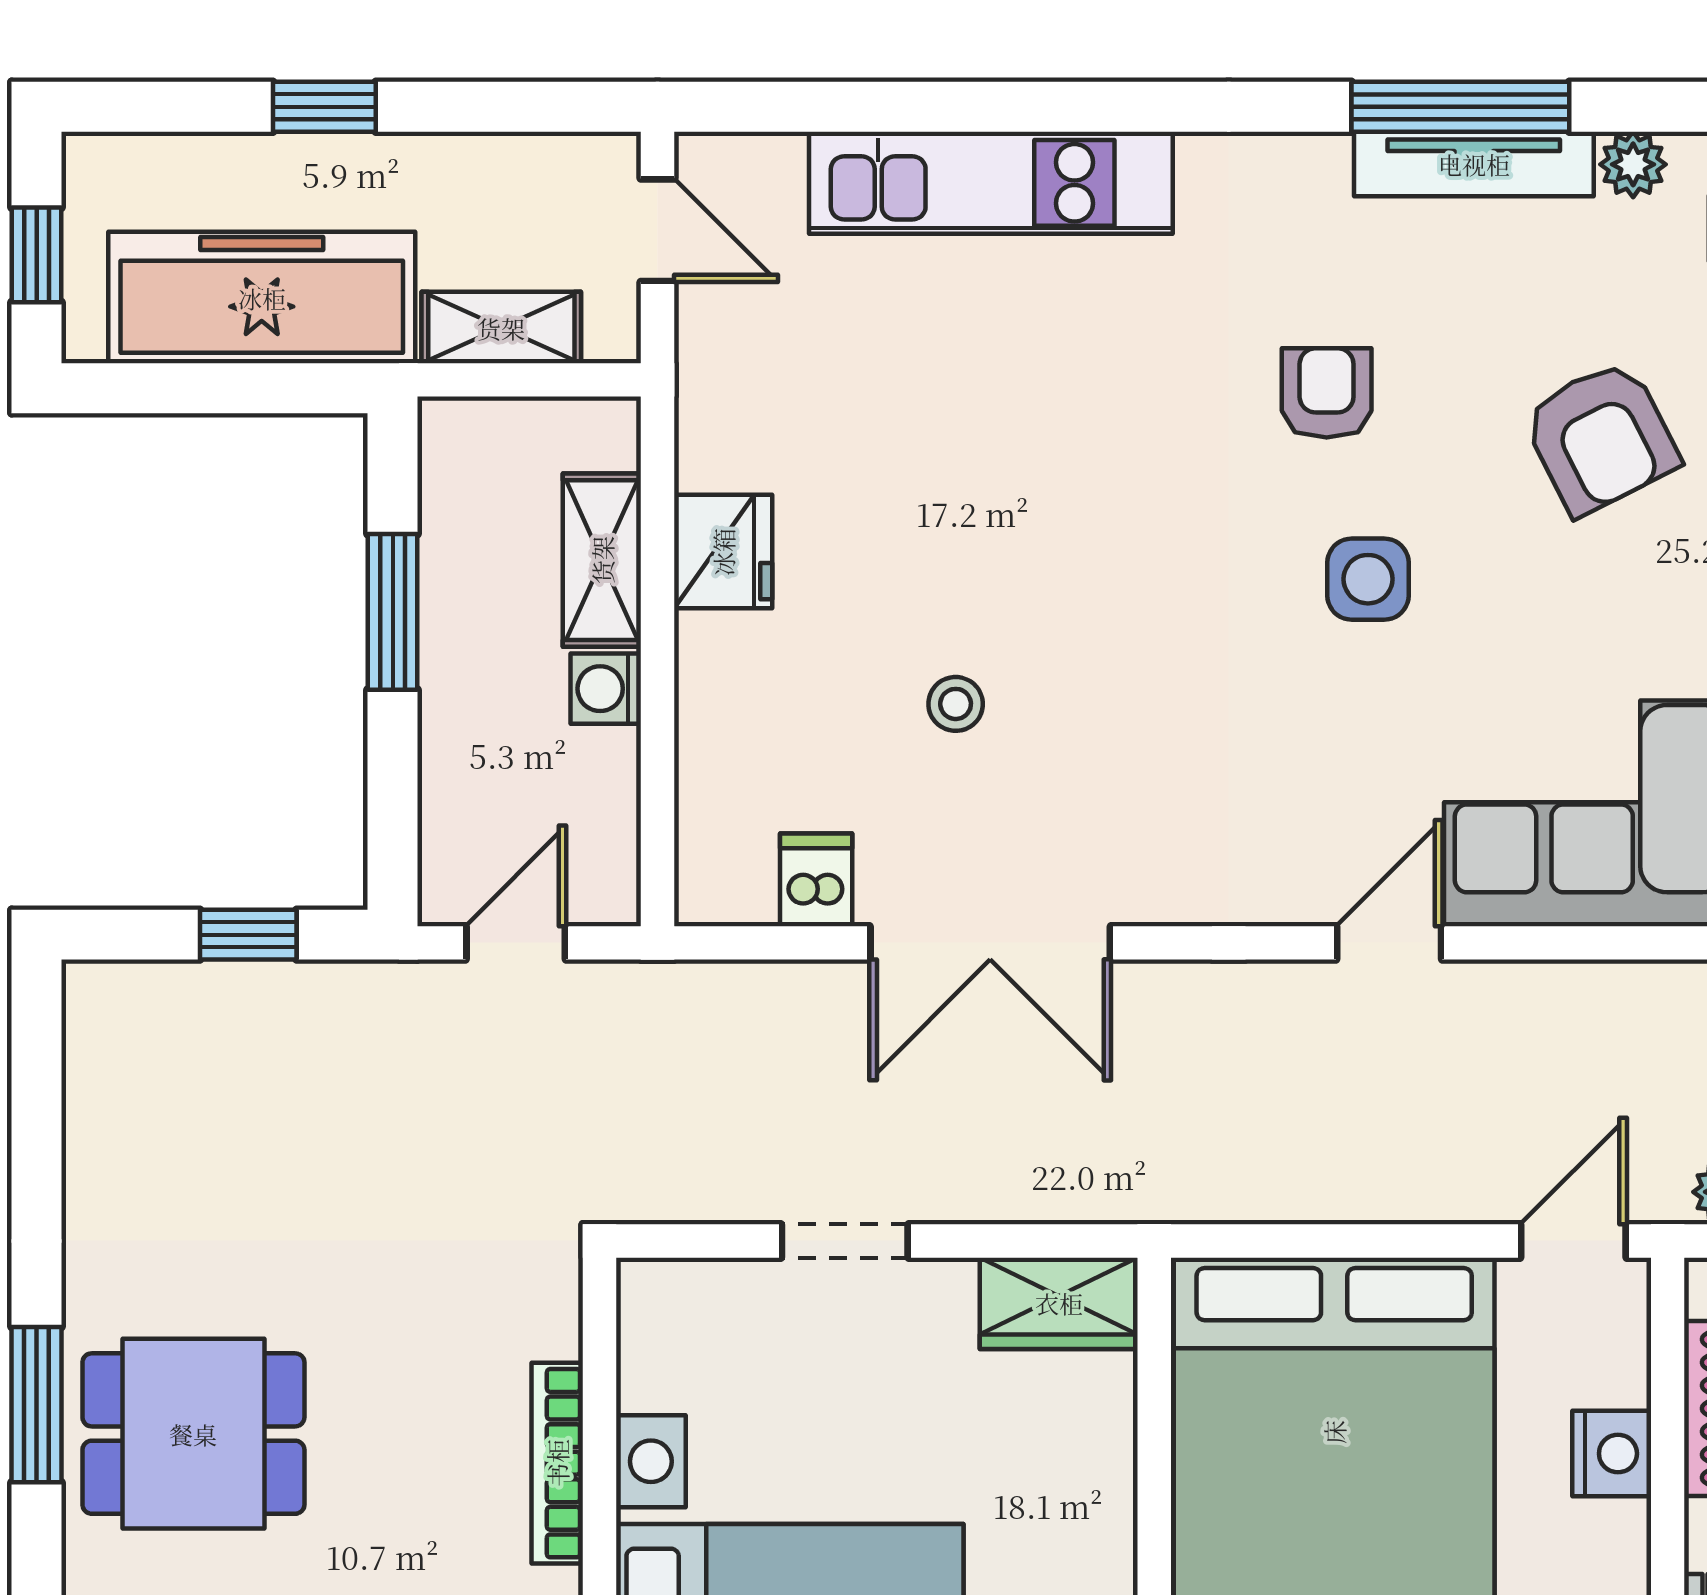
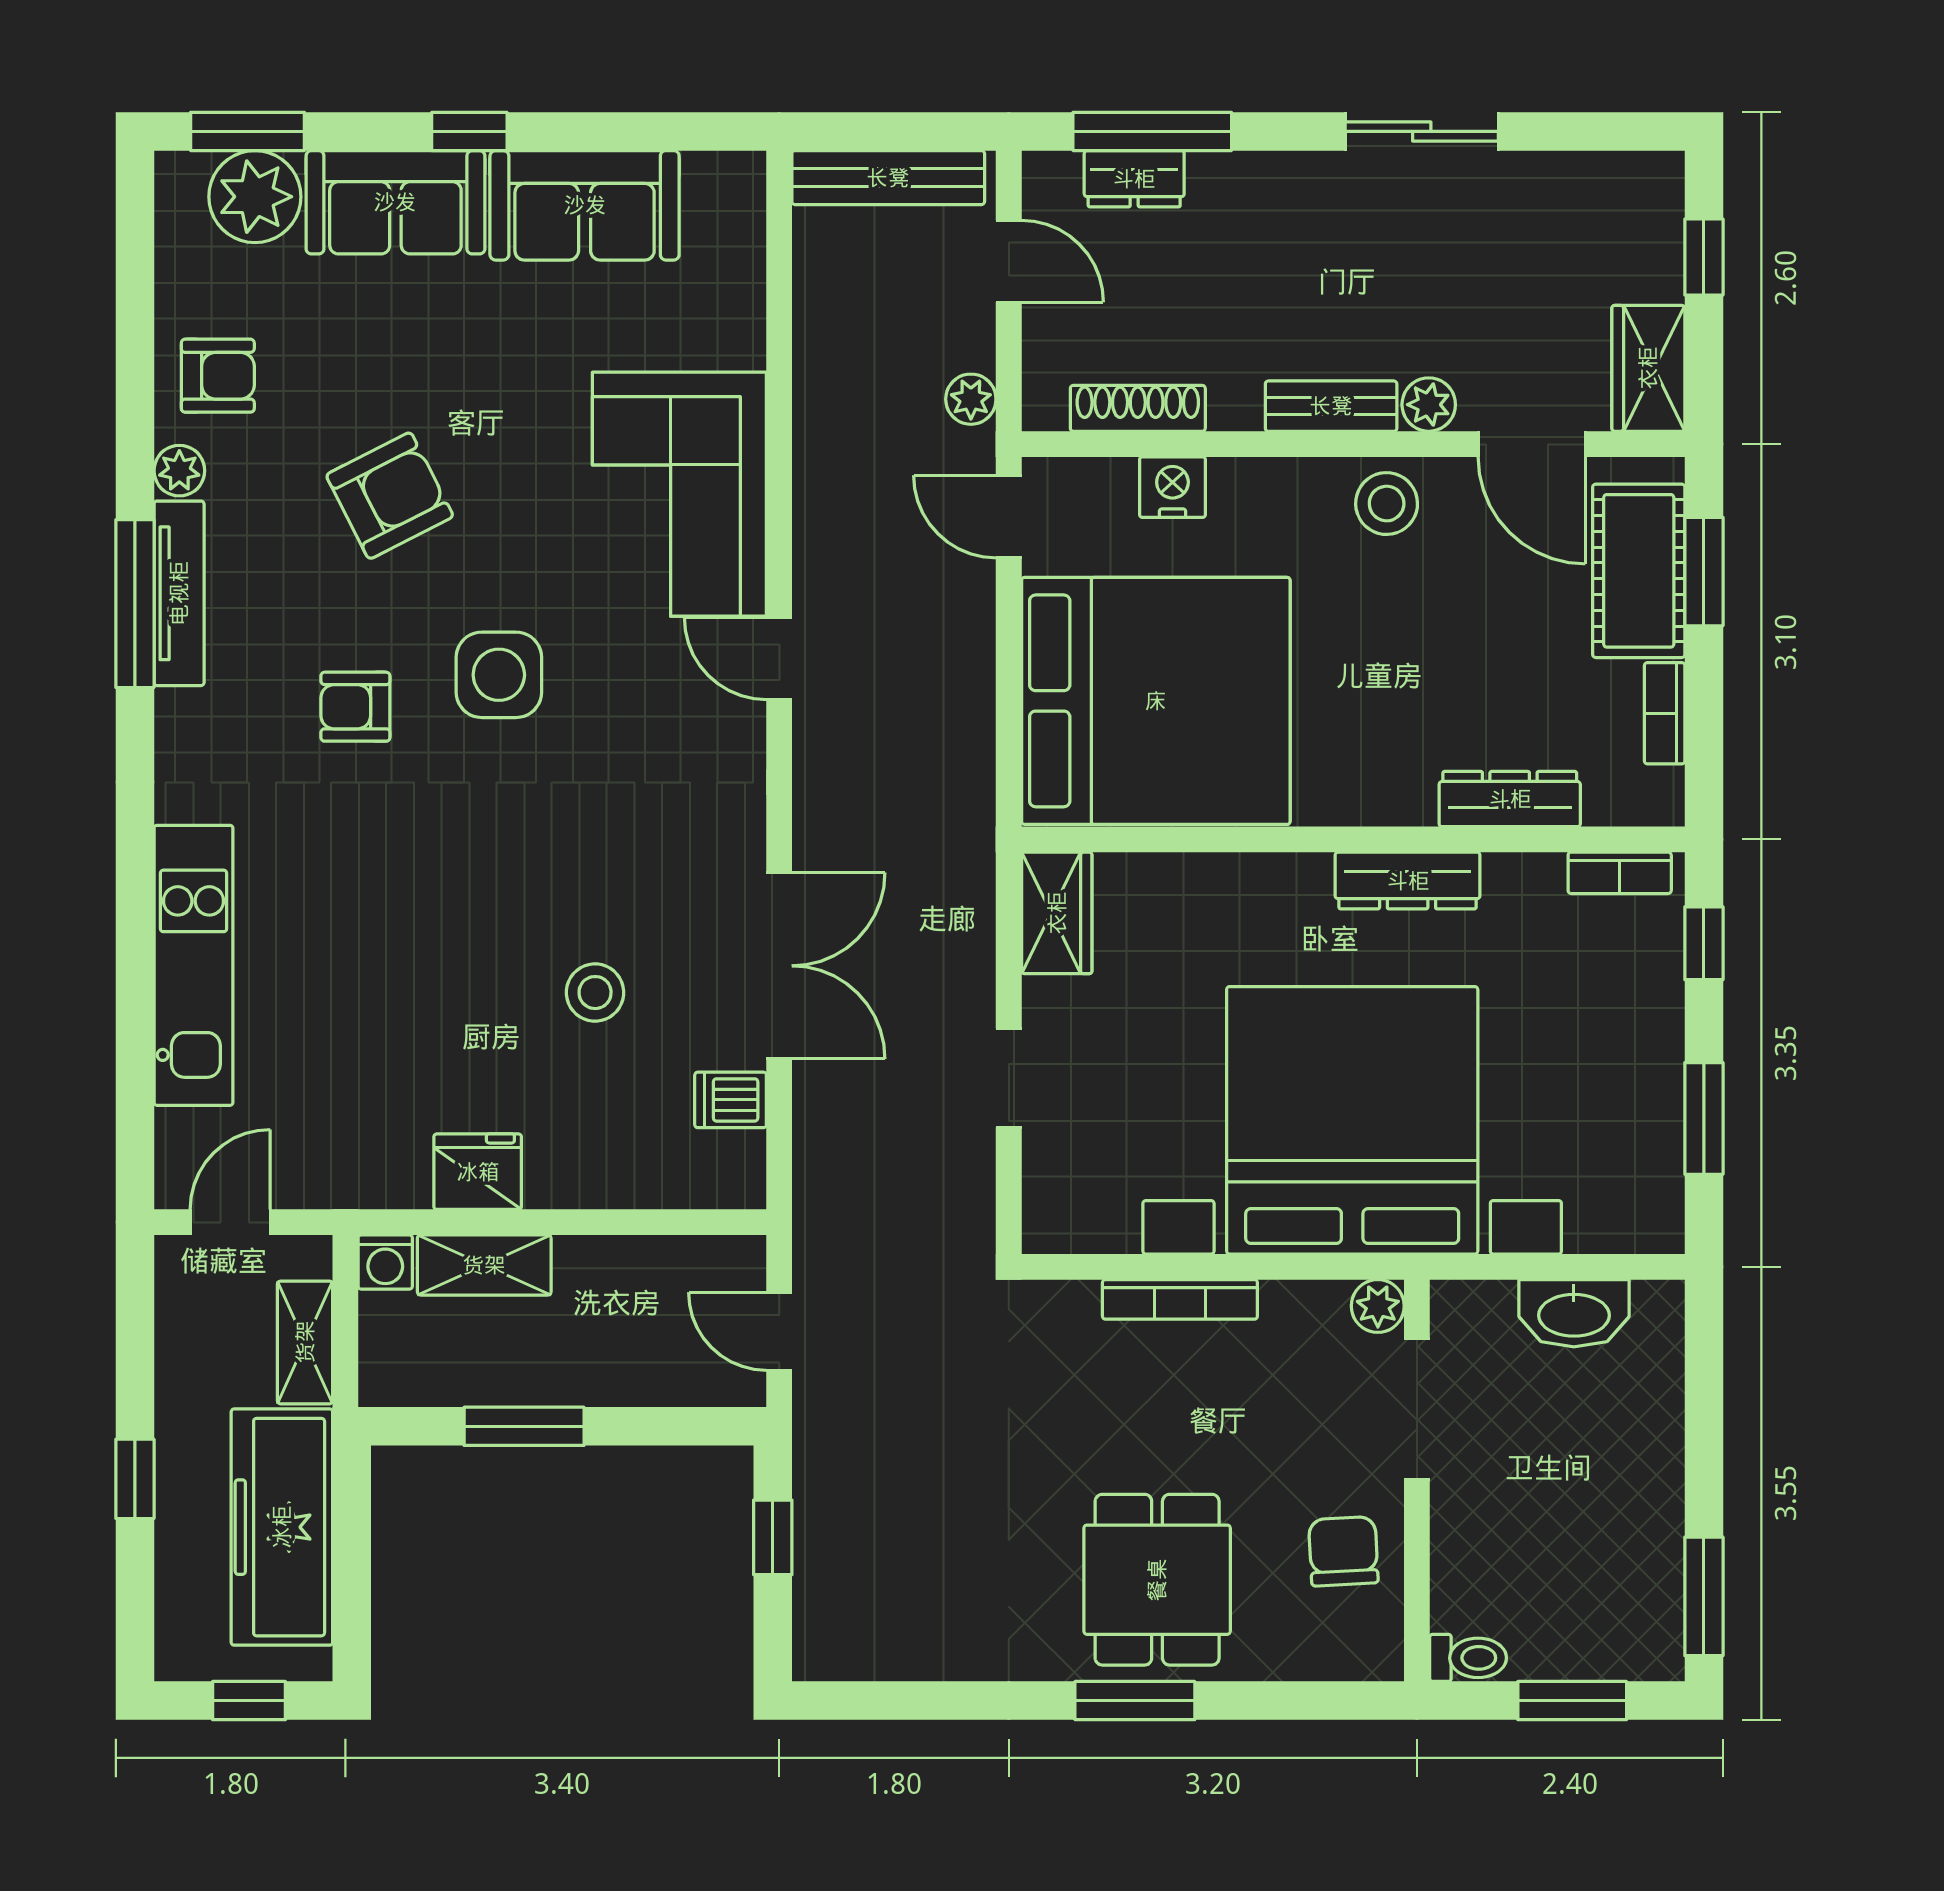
side table: (1368, 579) -> (499, 675), width x1.37, depth x1.37
washing machine: (606, 689) -> (385, 1262), moved
stool: (956, 704) -> (595, 993), width x1.37, depth x1.37

